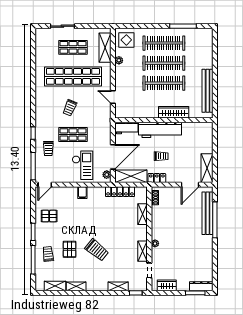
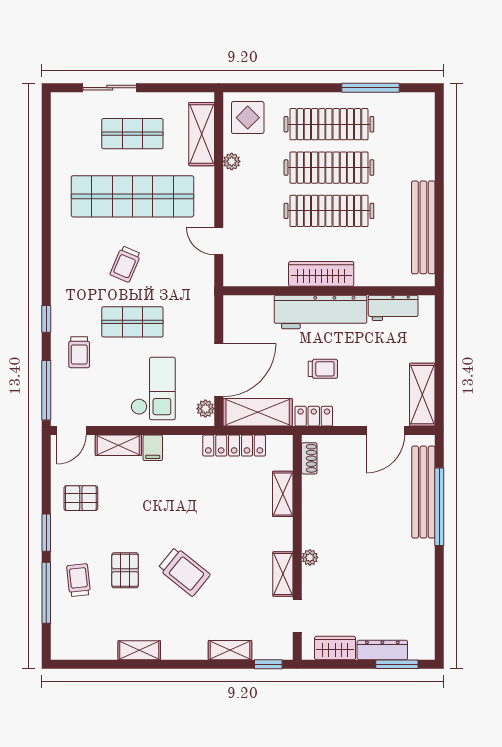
wardrobe: (174, 112) -> (321, 274), moved
workbench: (126, 128) -> (393, 308), moved
shelving: (55, 286) -> (118, 445), moved
dresser: (201, 286) -> (382, 650), moved

